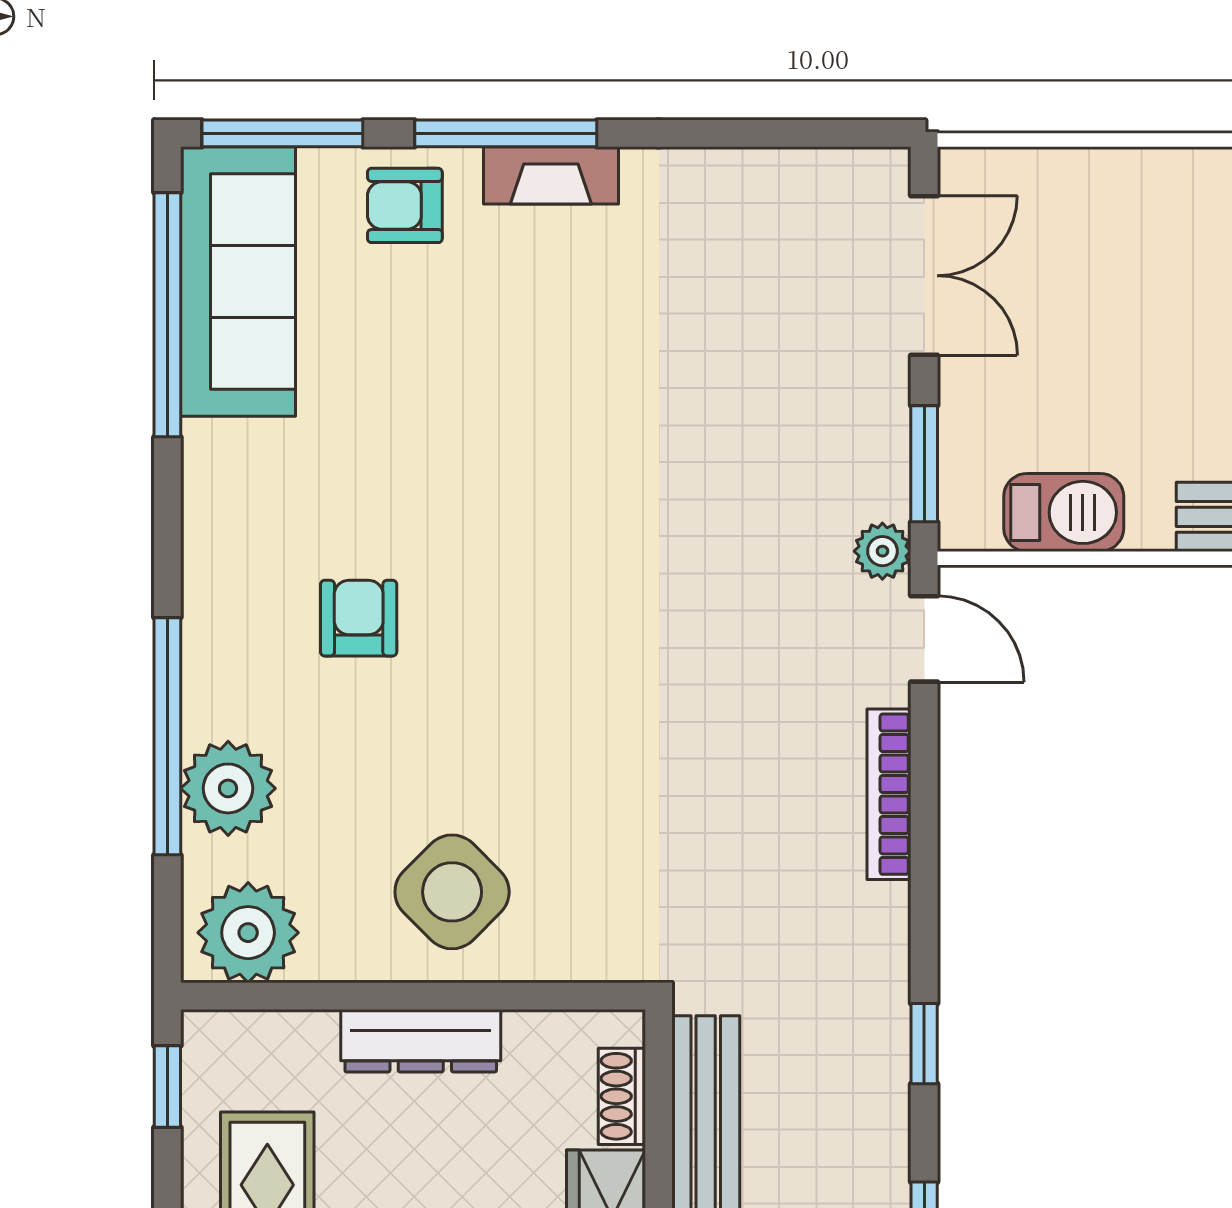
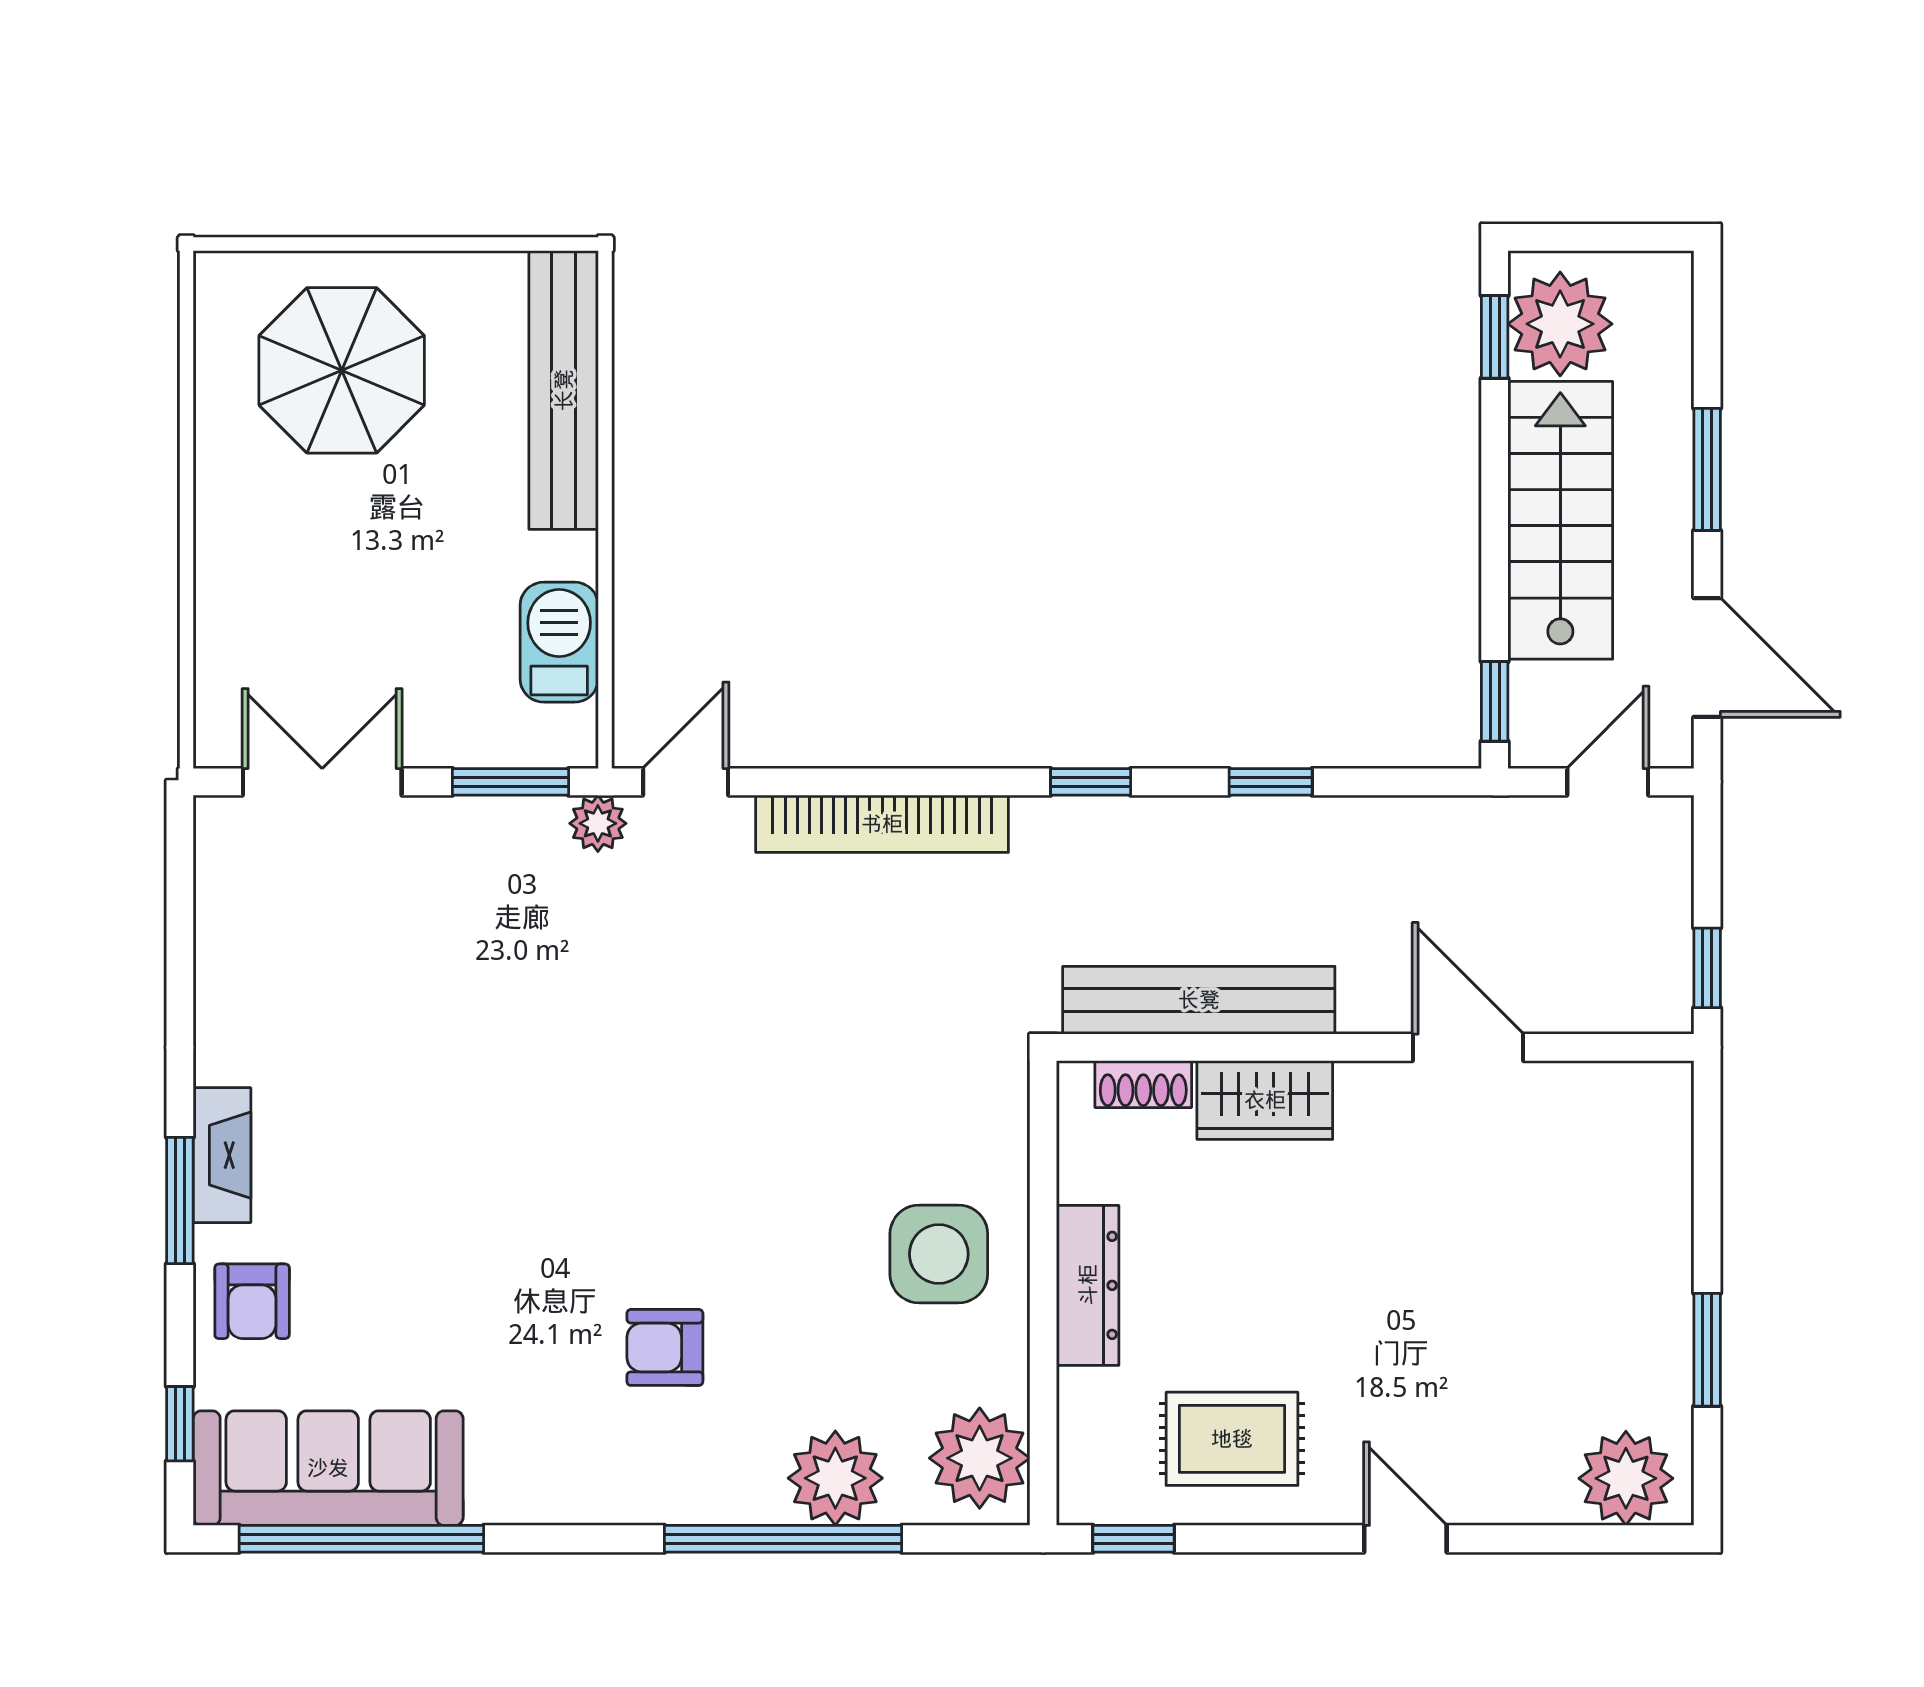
window: (282, 133) -> (180, 1424), width x0.46
window: (506, 133) -> (180, 1200), width x0.69
bookcase: (889, 794) -> (882, 824), width x1.48, depth x1.31
side table: (452, 892) -> (939, 1254), turned 45

